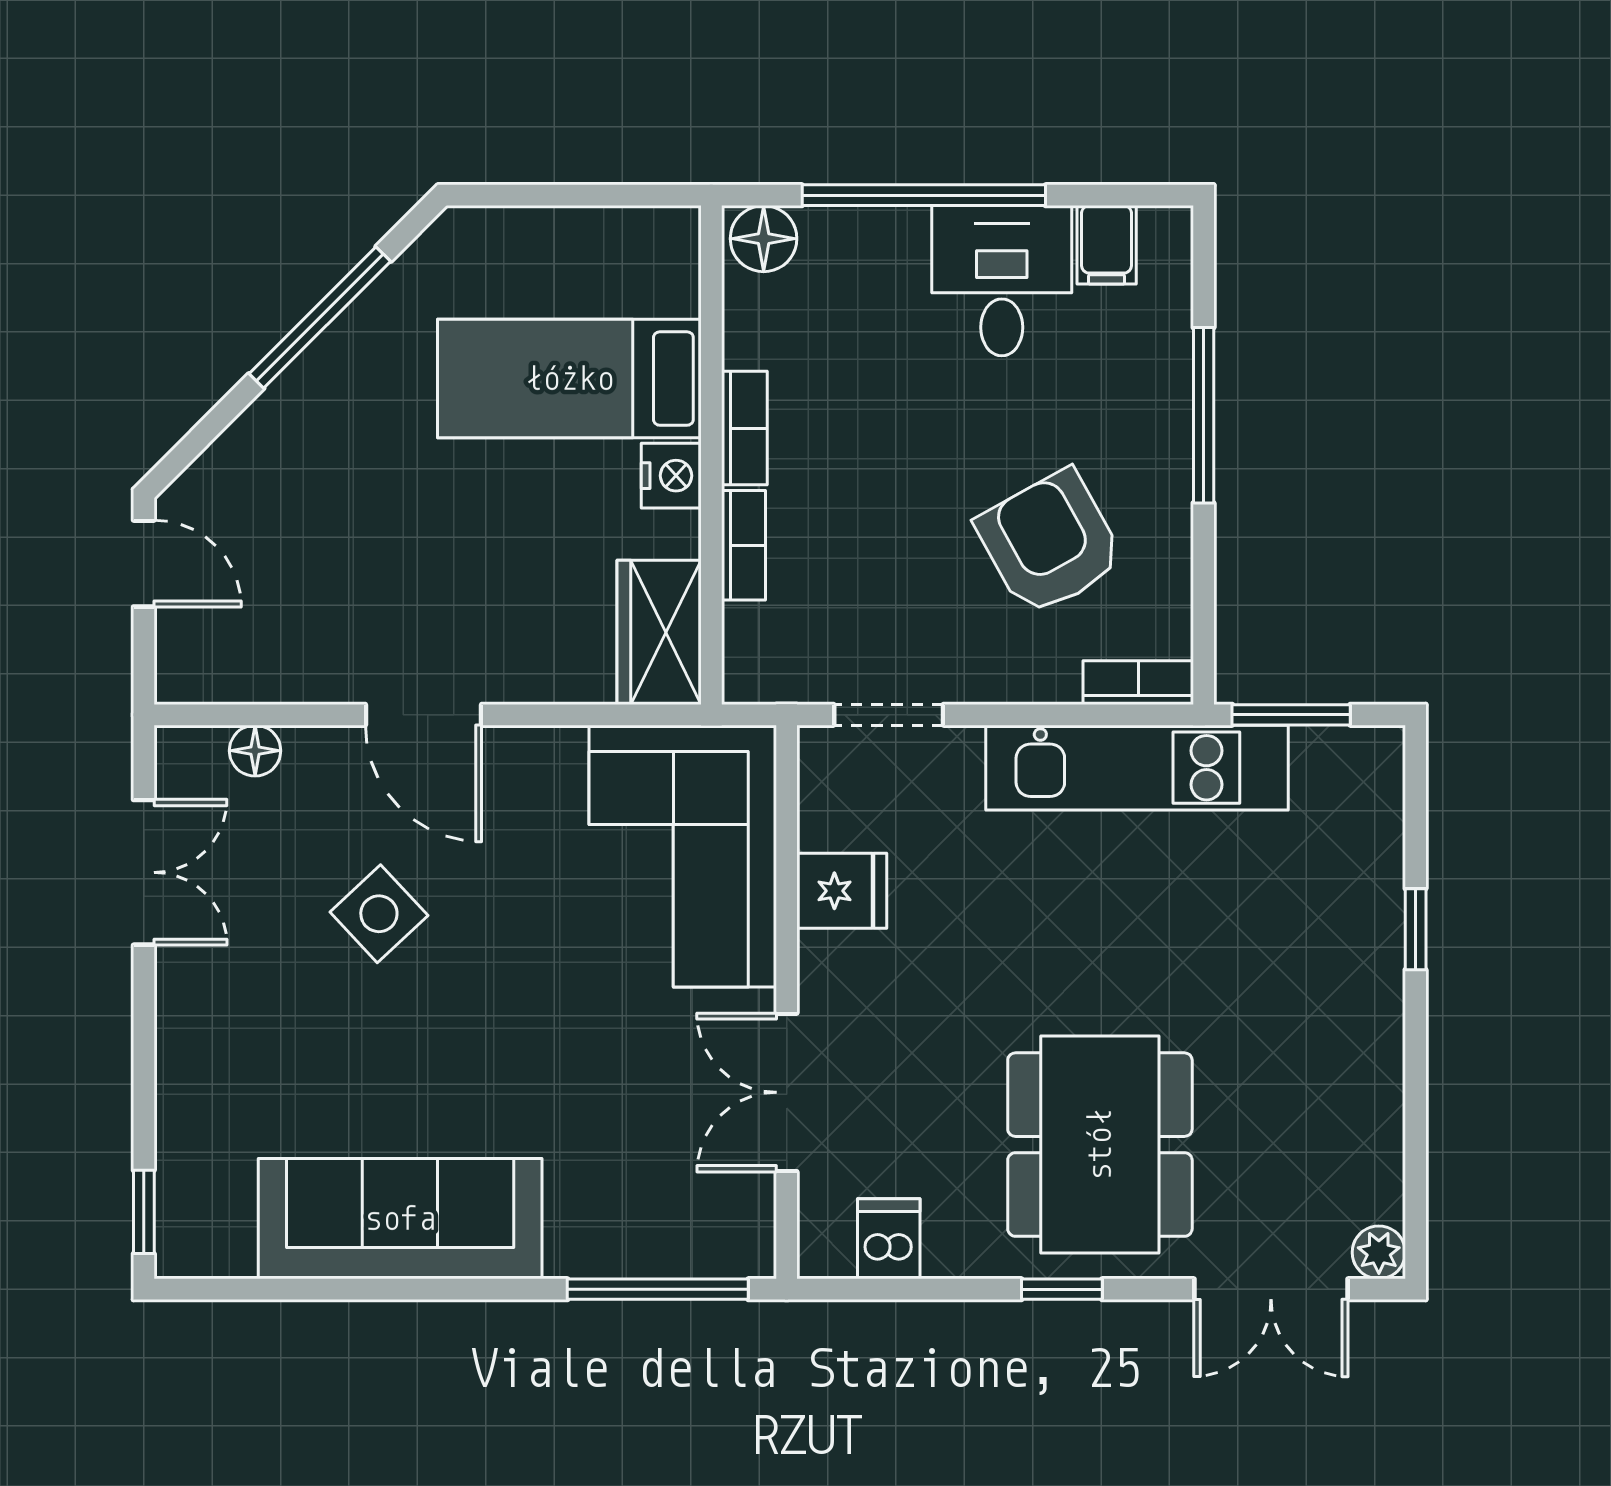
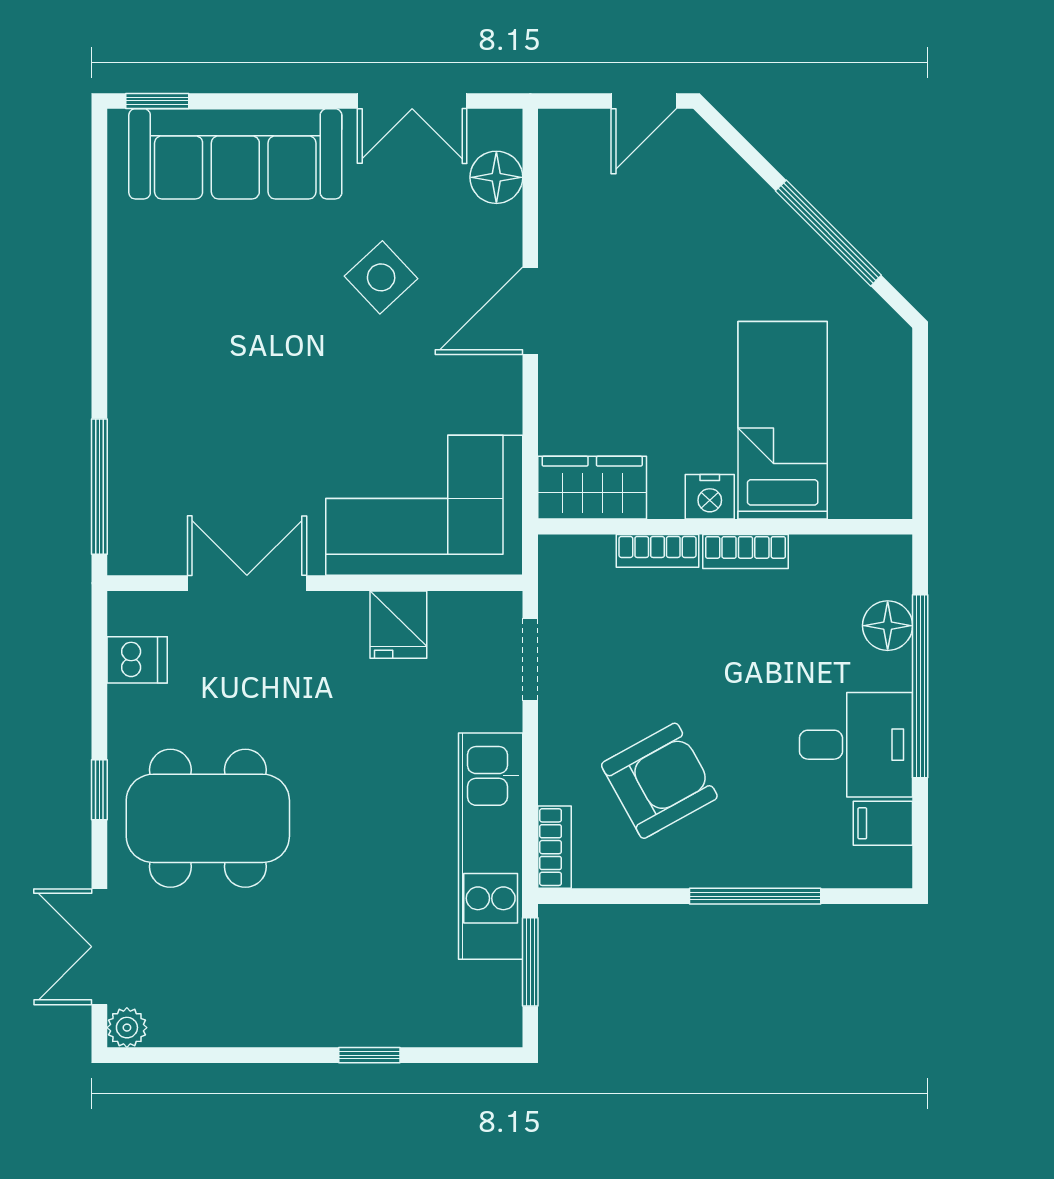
floor lamp: (764, 239) -> (888, 626), moved
floor lamp: (255, 751) -> (496, 177), width x1.37, depth x1.37
sofa: (400, 1219) -> (235, 154), moved, turned 90

